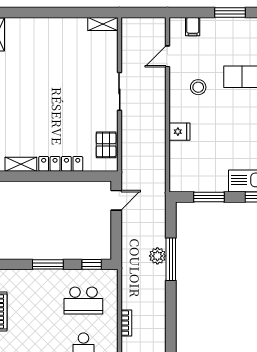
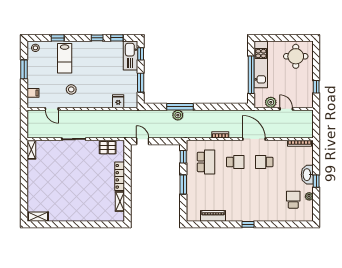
fridge: (180, 132) -> (118, 101), moved

